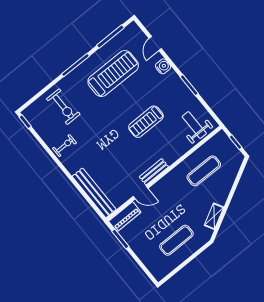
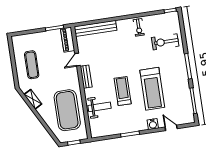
treadmill: (113, 74) -> (152, 89), moved
weight bench: (194, 125) -> (99, 107), moved
exercise mat: (204, 171) -> (67, 110), width x2.00, depth x1.45

